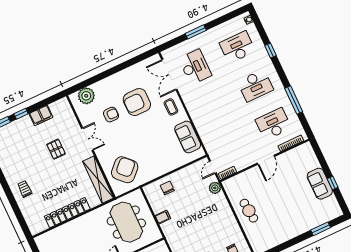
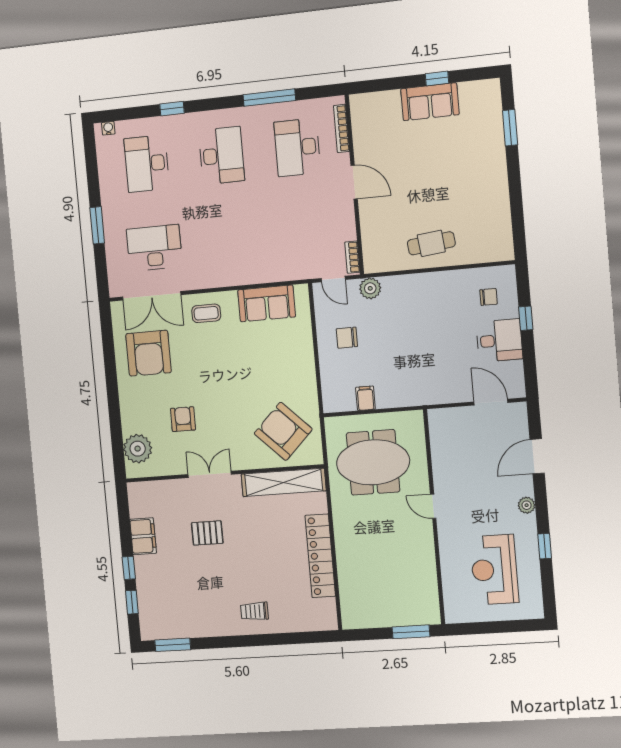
armchair: (137, 102) -> (148, 353), moved
chair: (167, 188) -> (347, 338), moved
filing cabinet: (163, 217) -> (365, 398), moved

